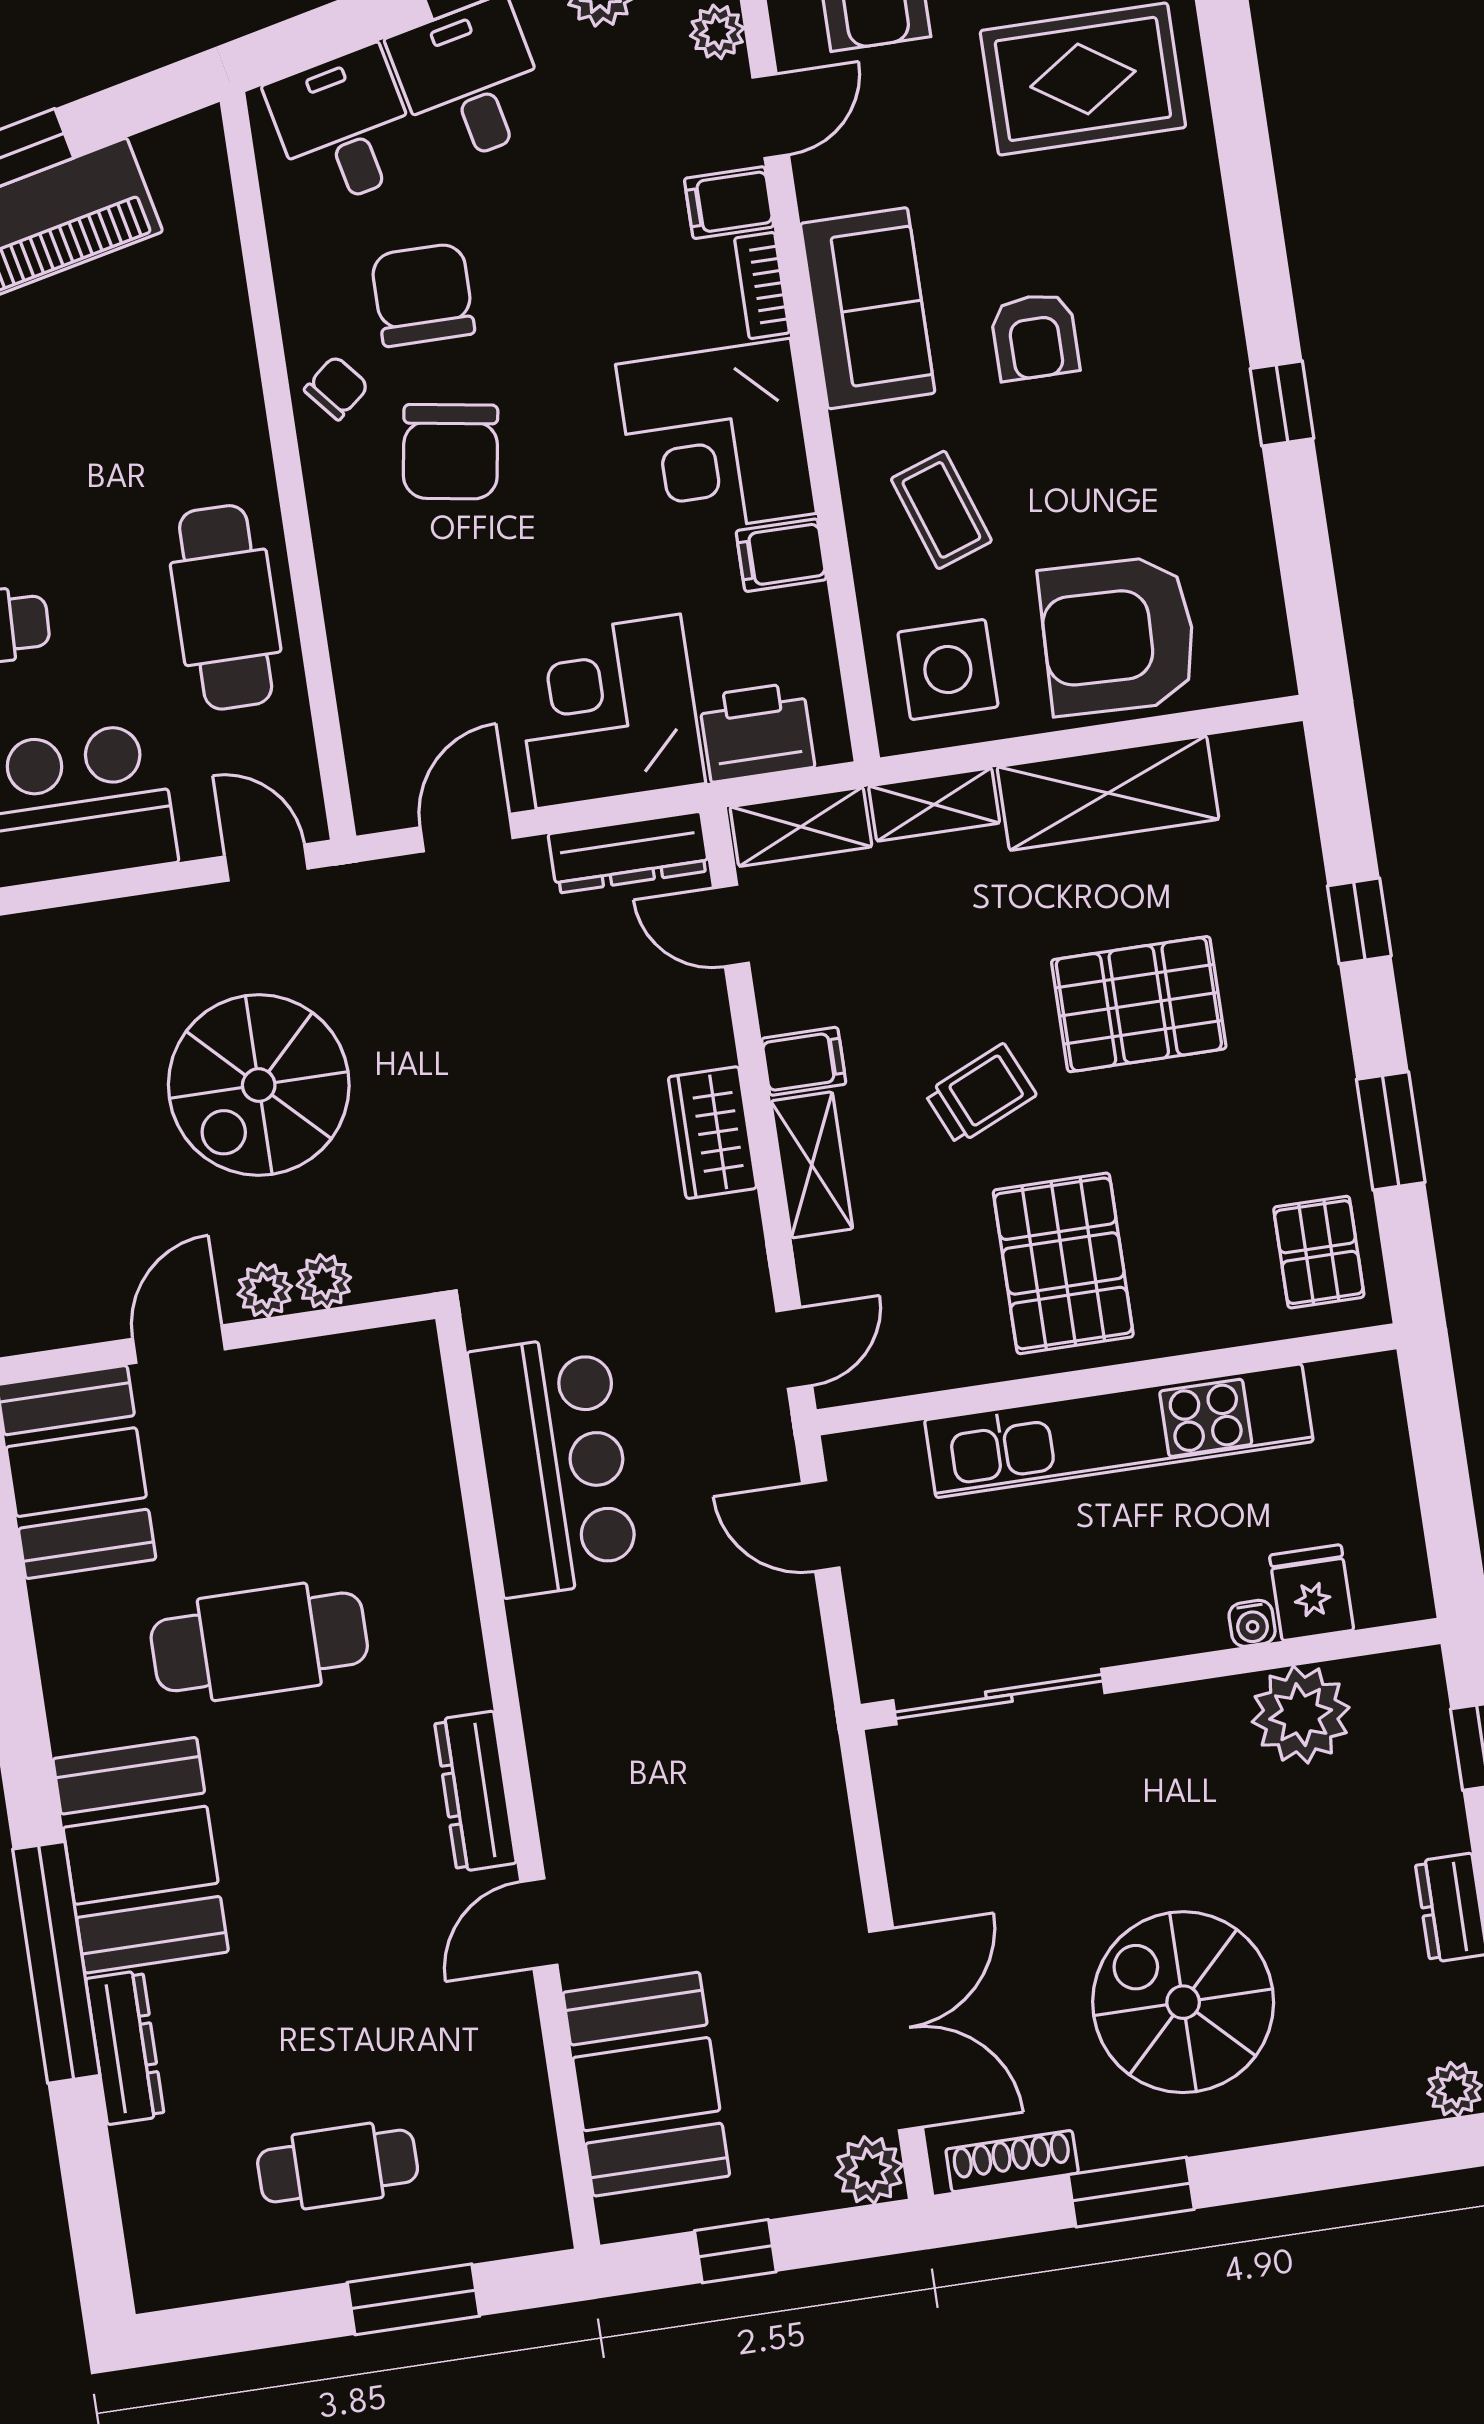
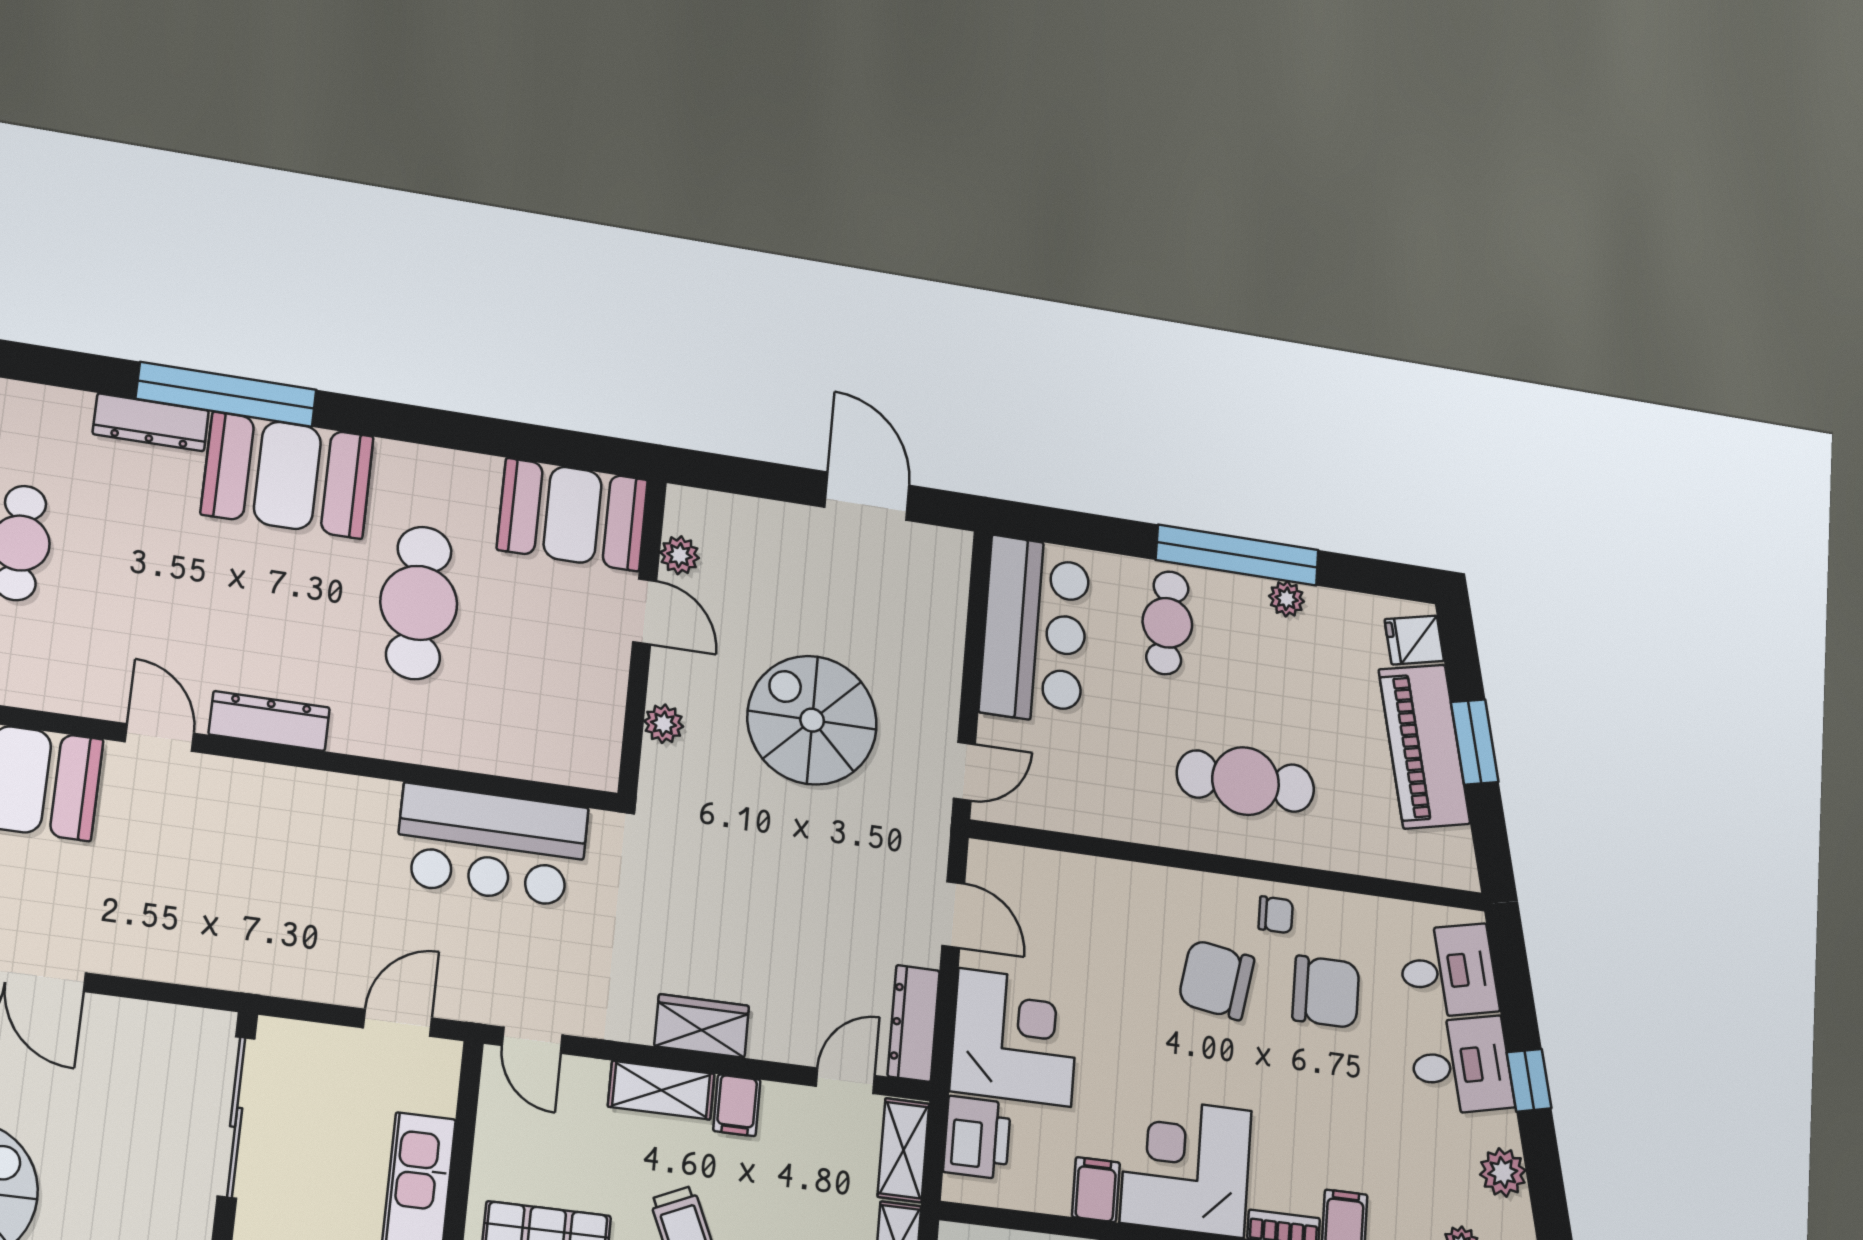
chair: (337, 388) -> (1276, 915), turned -50
cafe table: (226, 607) -> (1245, 781), moved
plant: (265, 1290) -> (680, 555), moved

